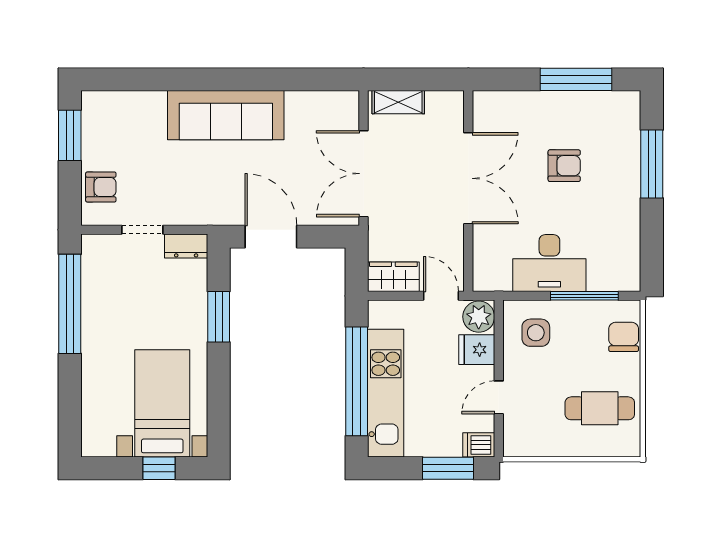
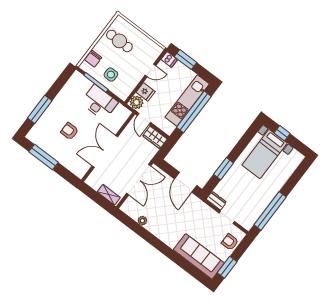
plant: (297, 102) -> (142, 221), added
sofa: (226, 115) -> (199, 256), moved
side table: (536, 333) -> (111, 75), moved

